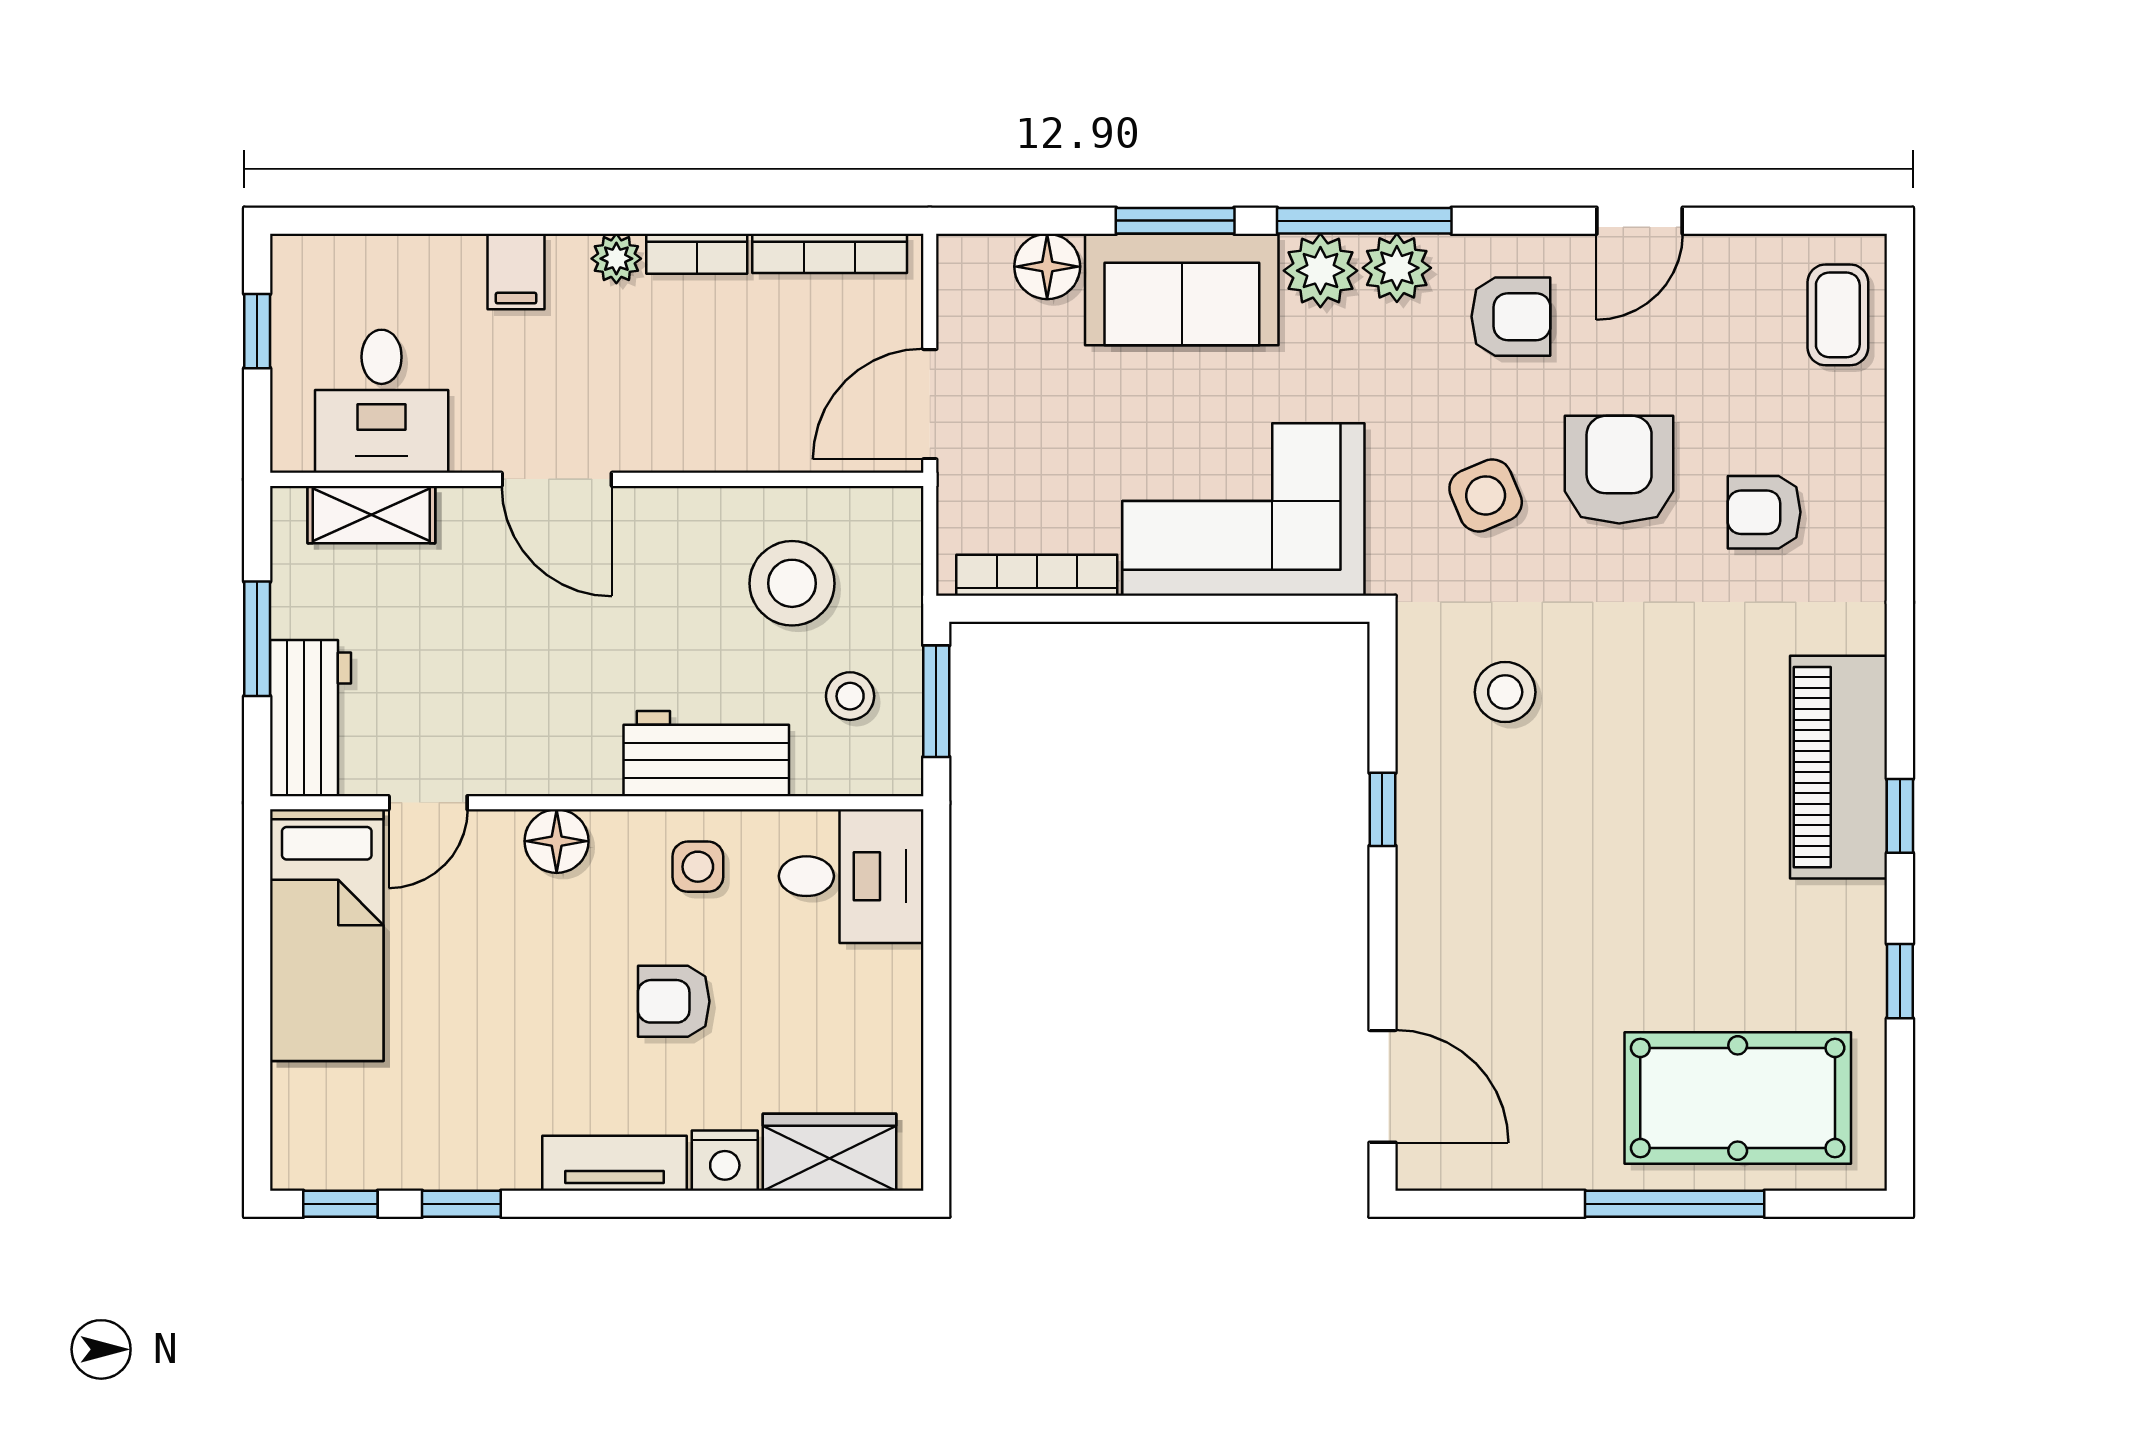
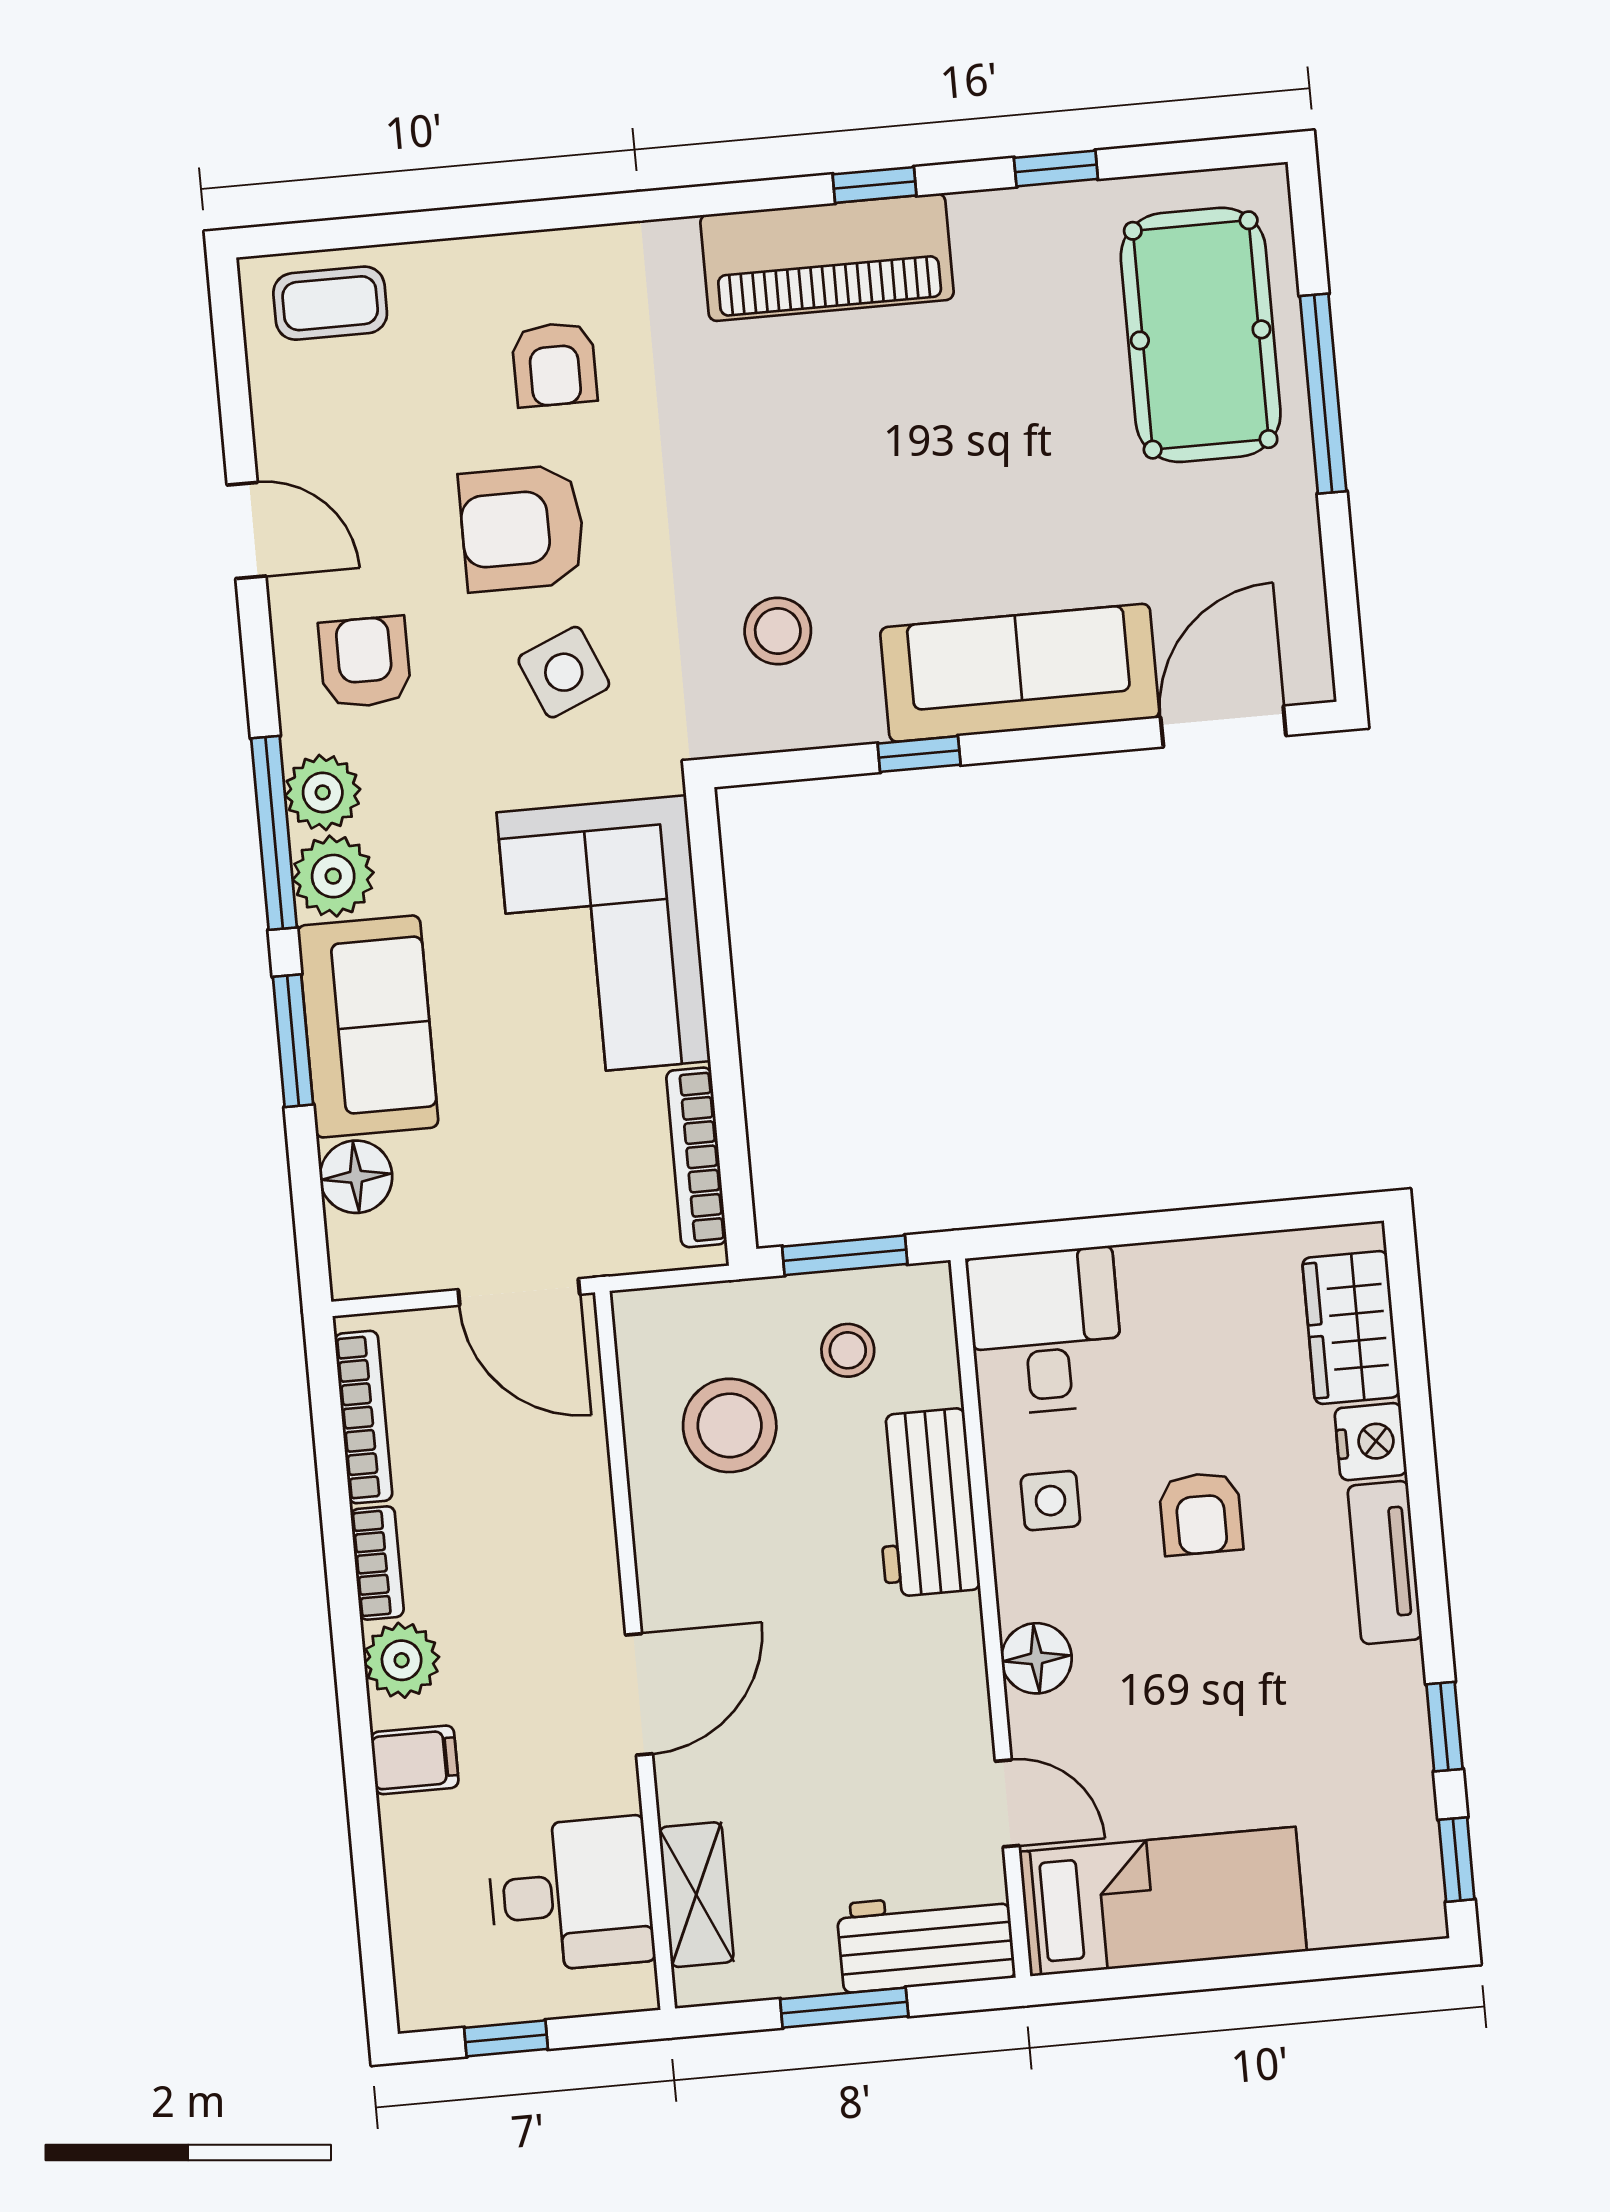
plant: (616, 259) -> (402, 1660), width x1.38, depth x1.38
sofa: (1448, 907) -> (1020, 673), added

